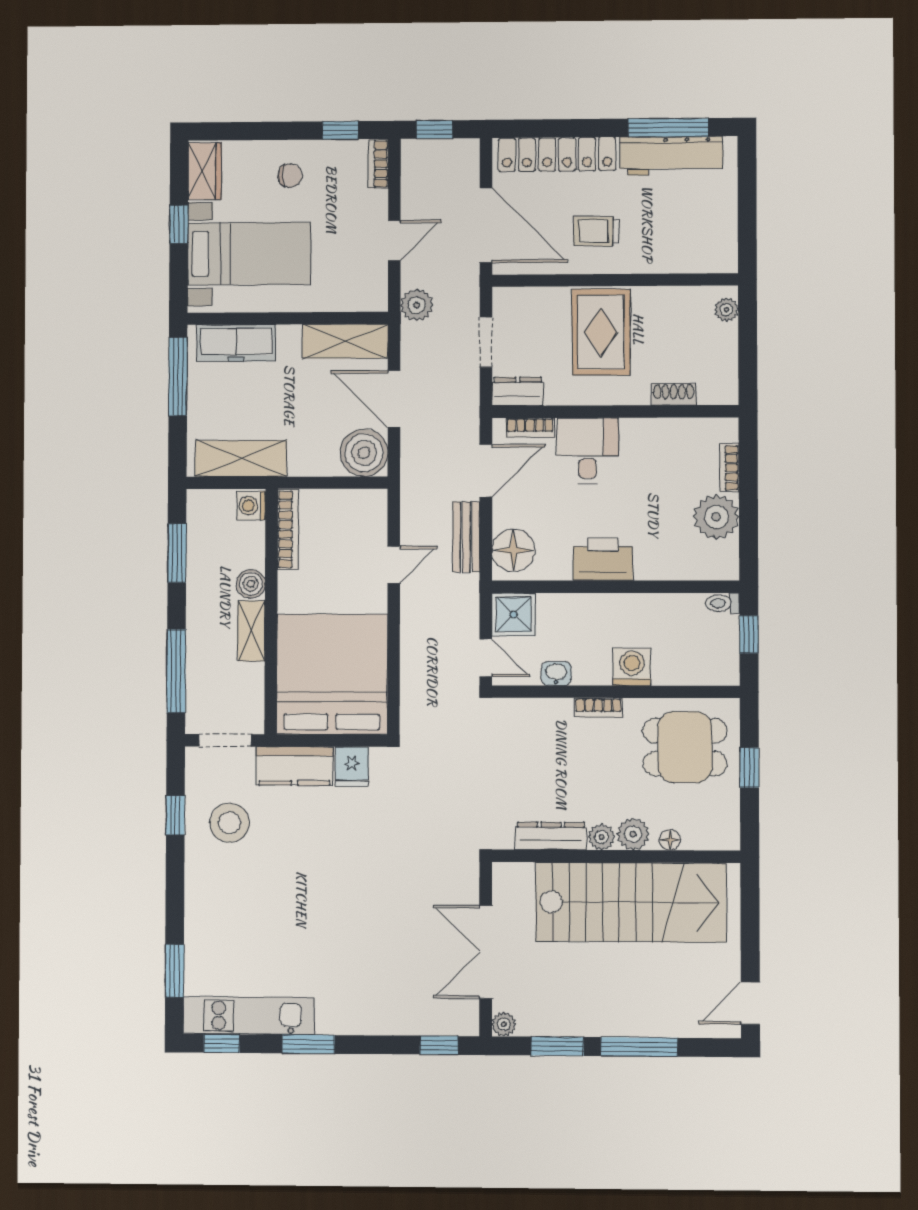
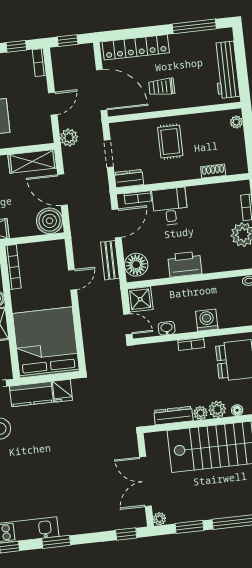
workbench: (671, 156) -> (226, 70), moved, turned 90
rug: (601, 332) -> (170, 142), width x0.73, depth x0.70

